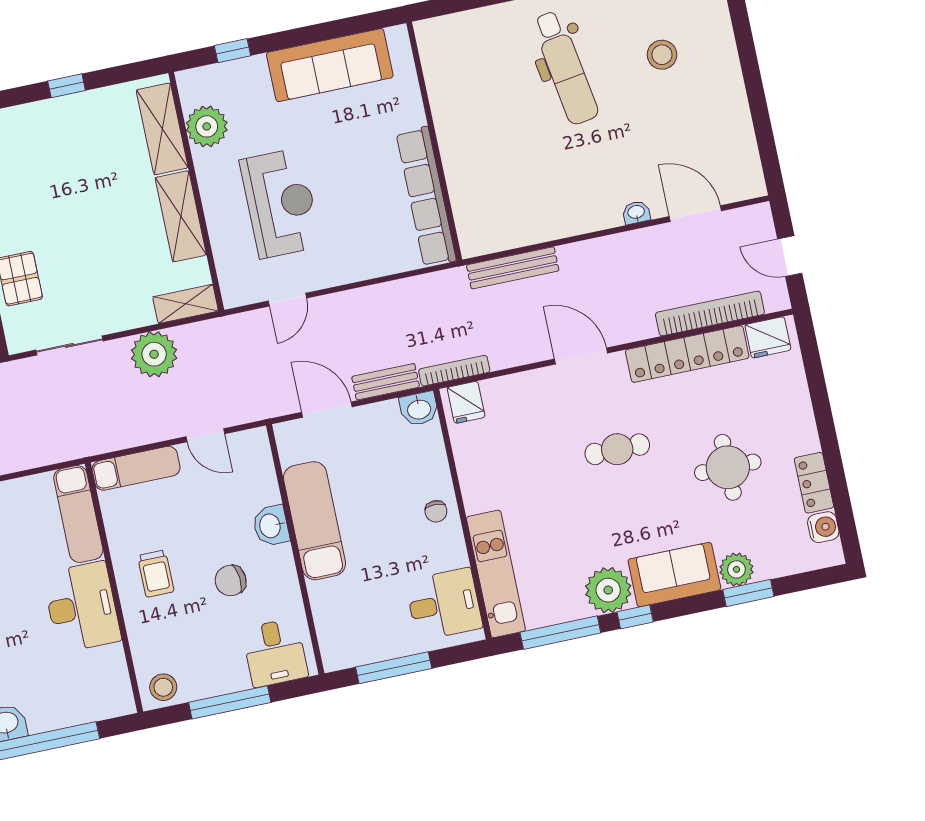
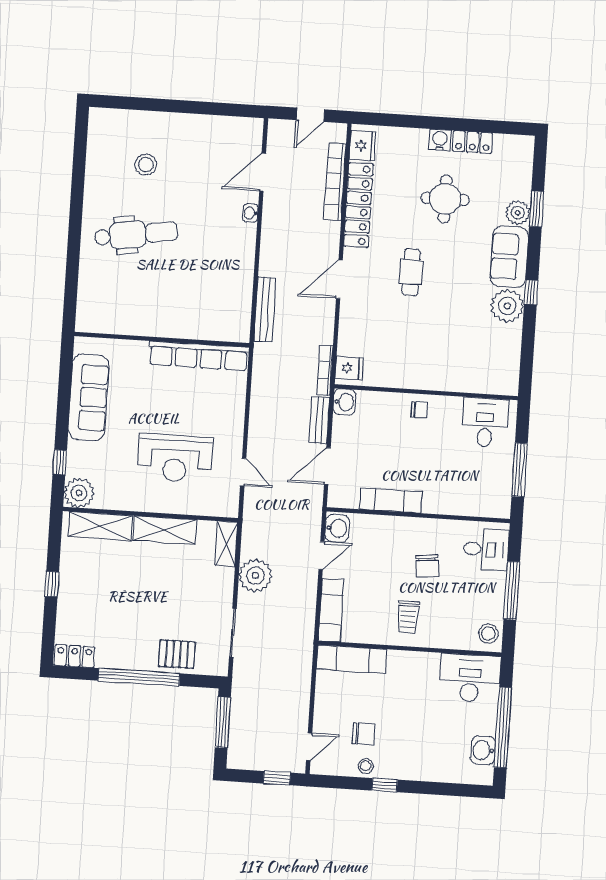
plant: (207, 126) -> (79, 493), moved
reception desk: (281, 203) -> (175, 458), turned 180
exam couch: (314, 521) -> (391, 501), width x0.73, depth x0.69
washbasin: (271, 526) -> (337, 528), moved, turned -90
water cooler: (823, 527) -> (440, 140), moved
trolley: (156, 574) -> (408, 617), turned 90
kitchen unit: (496, 574) -> (474, 381), removed
desk: (82, 607) -> (470, 678), moved
window: (560, 633) -> (528, 347), removed

